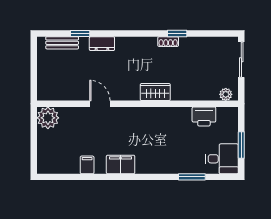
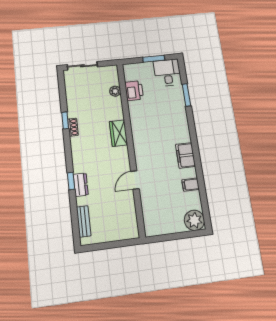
window: (80, 34) -> (71, 181), moved
plant: (226, 94) -> (115, 91), moved
plant: (48, 118) -> (194, 220), moved

